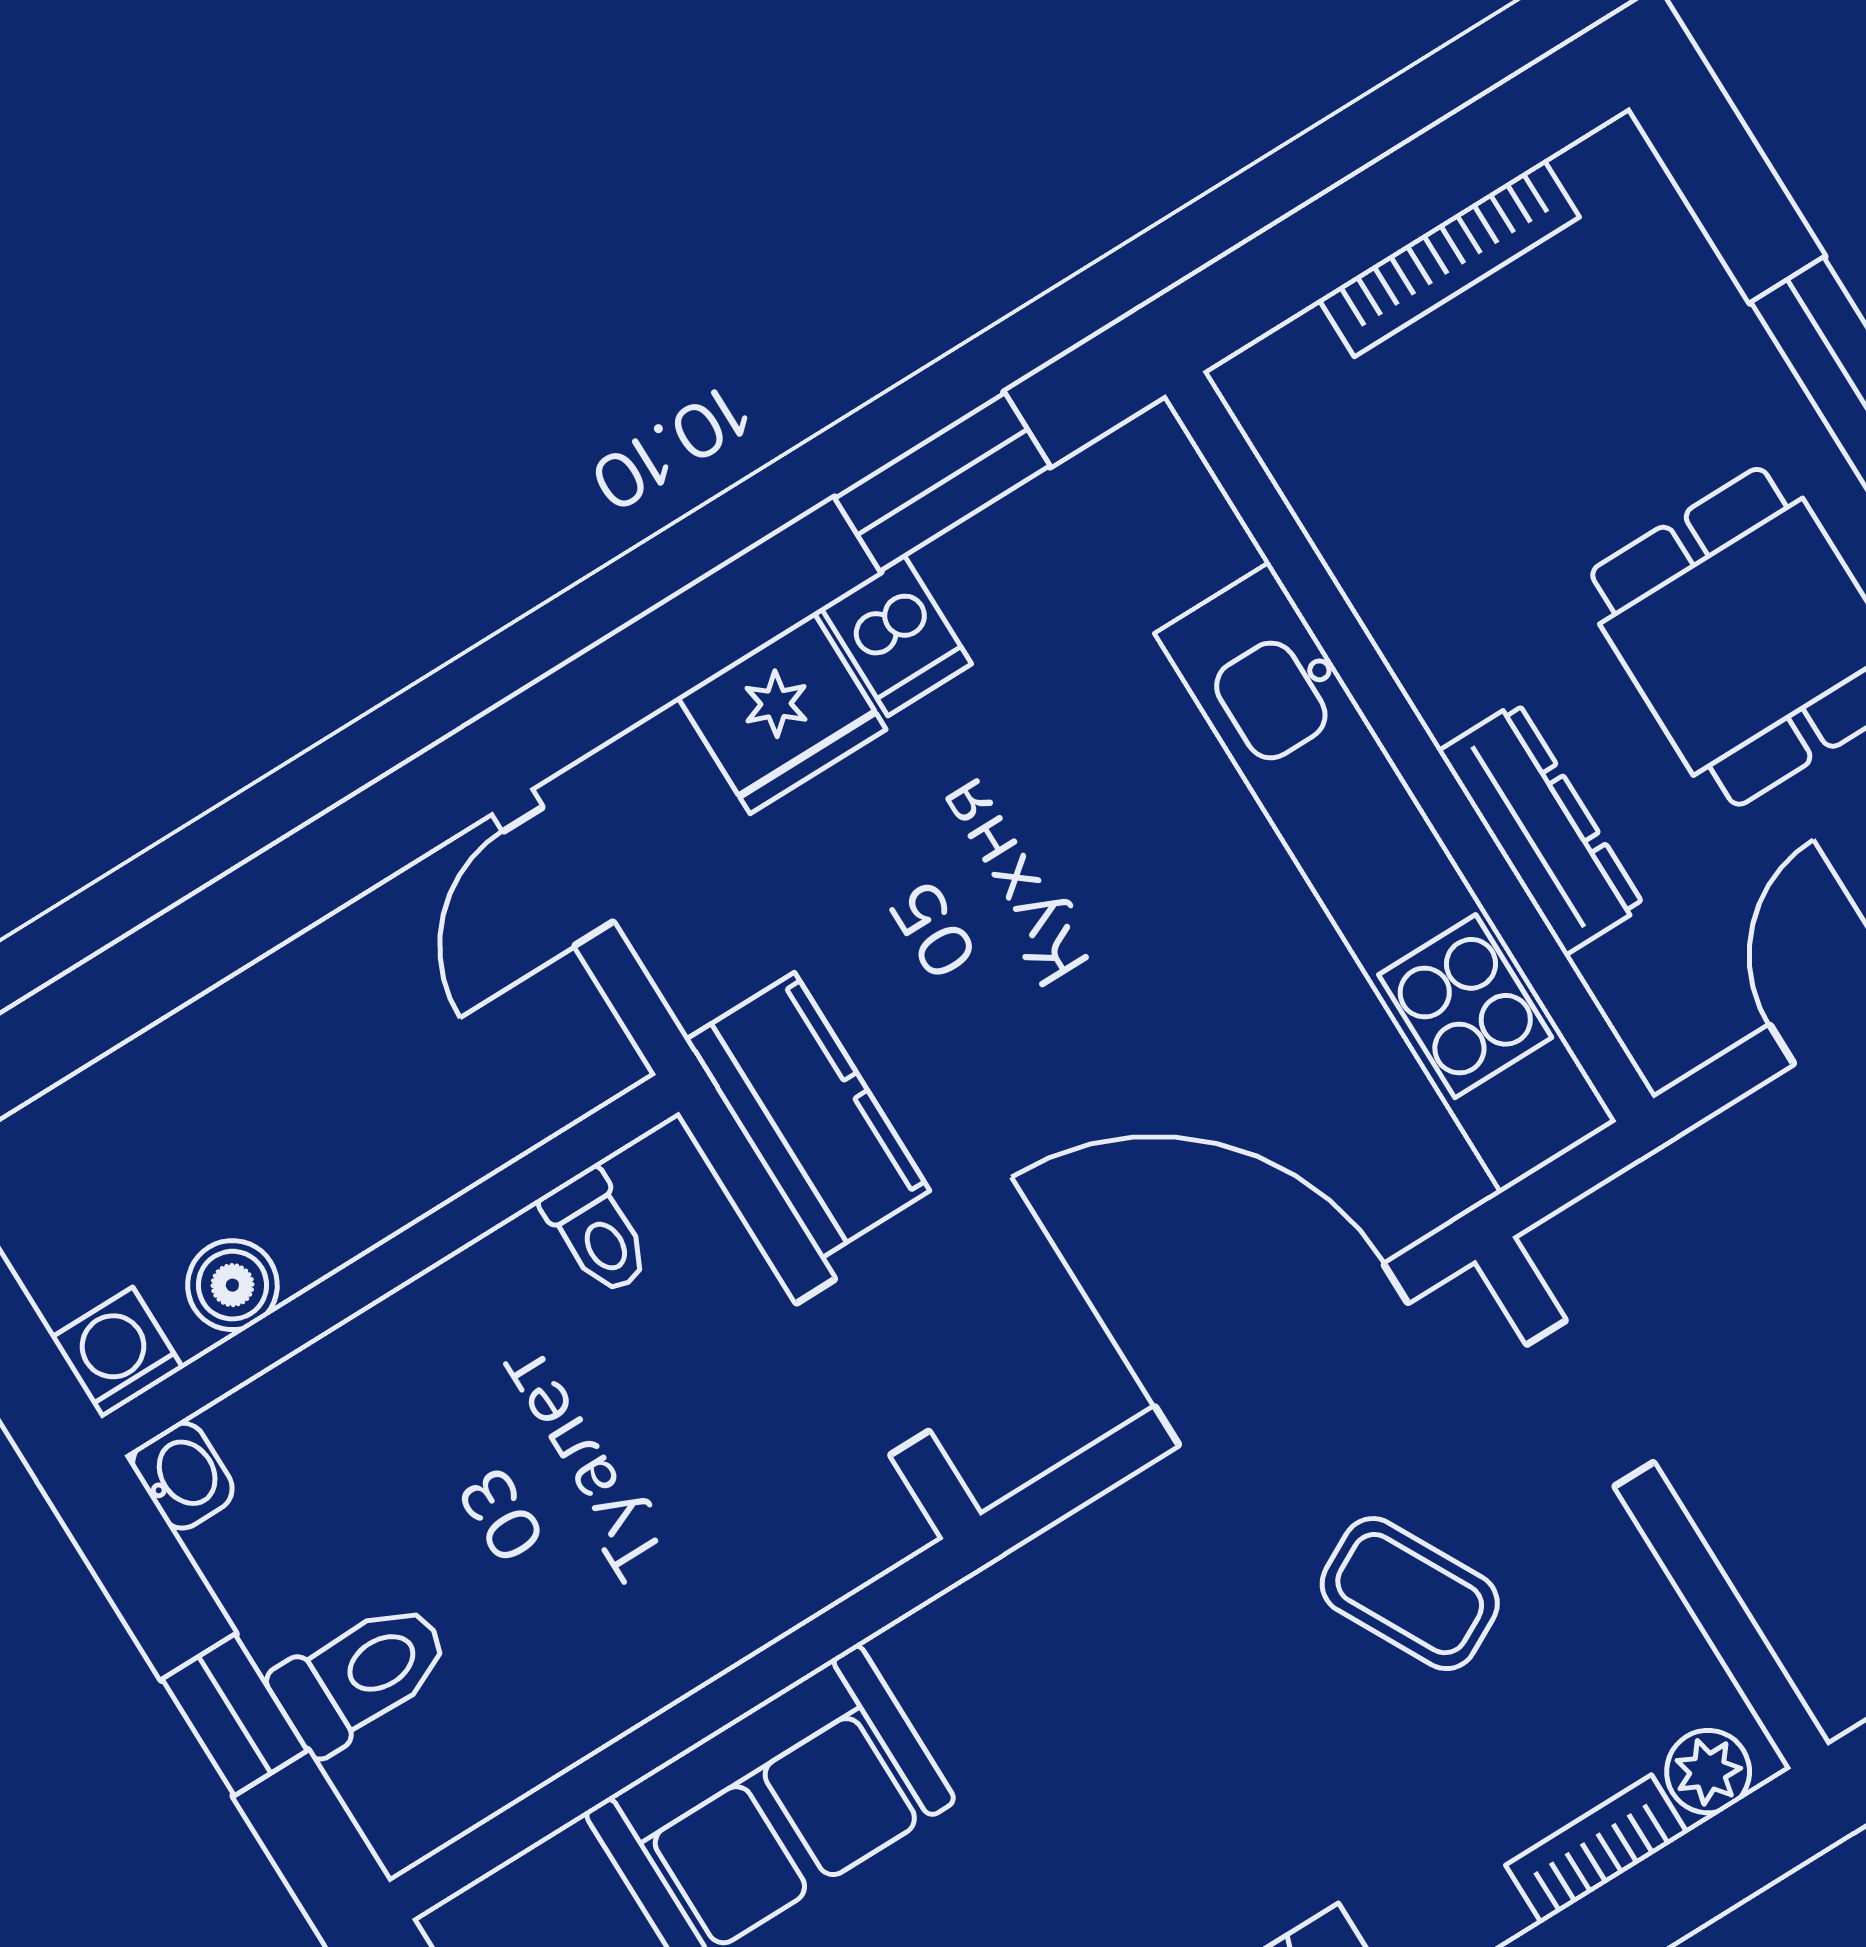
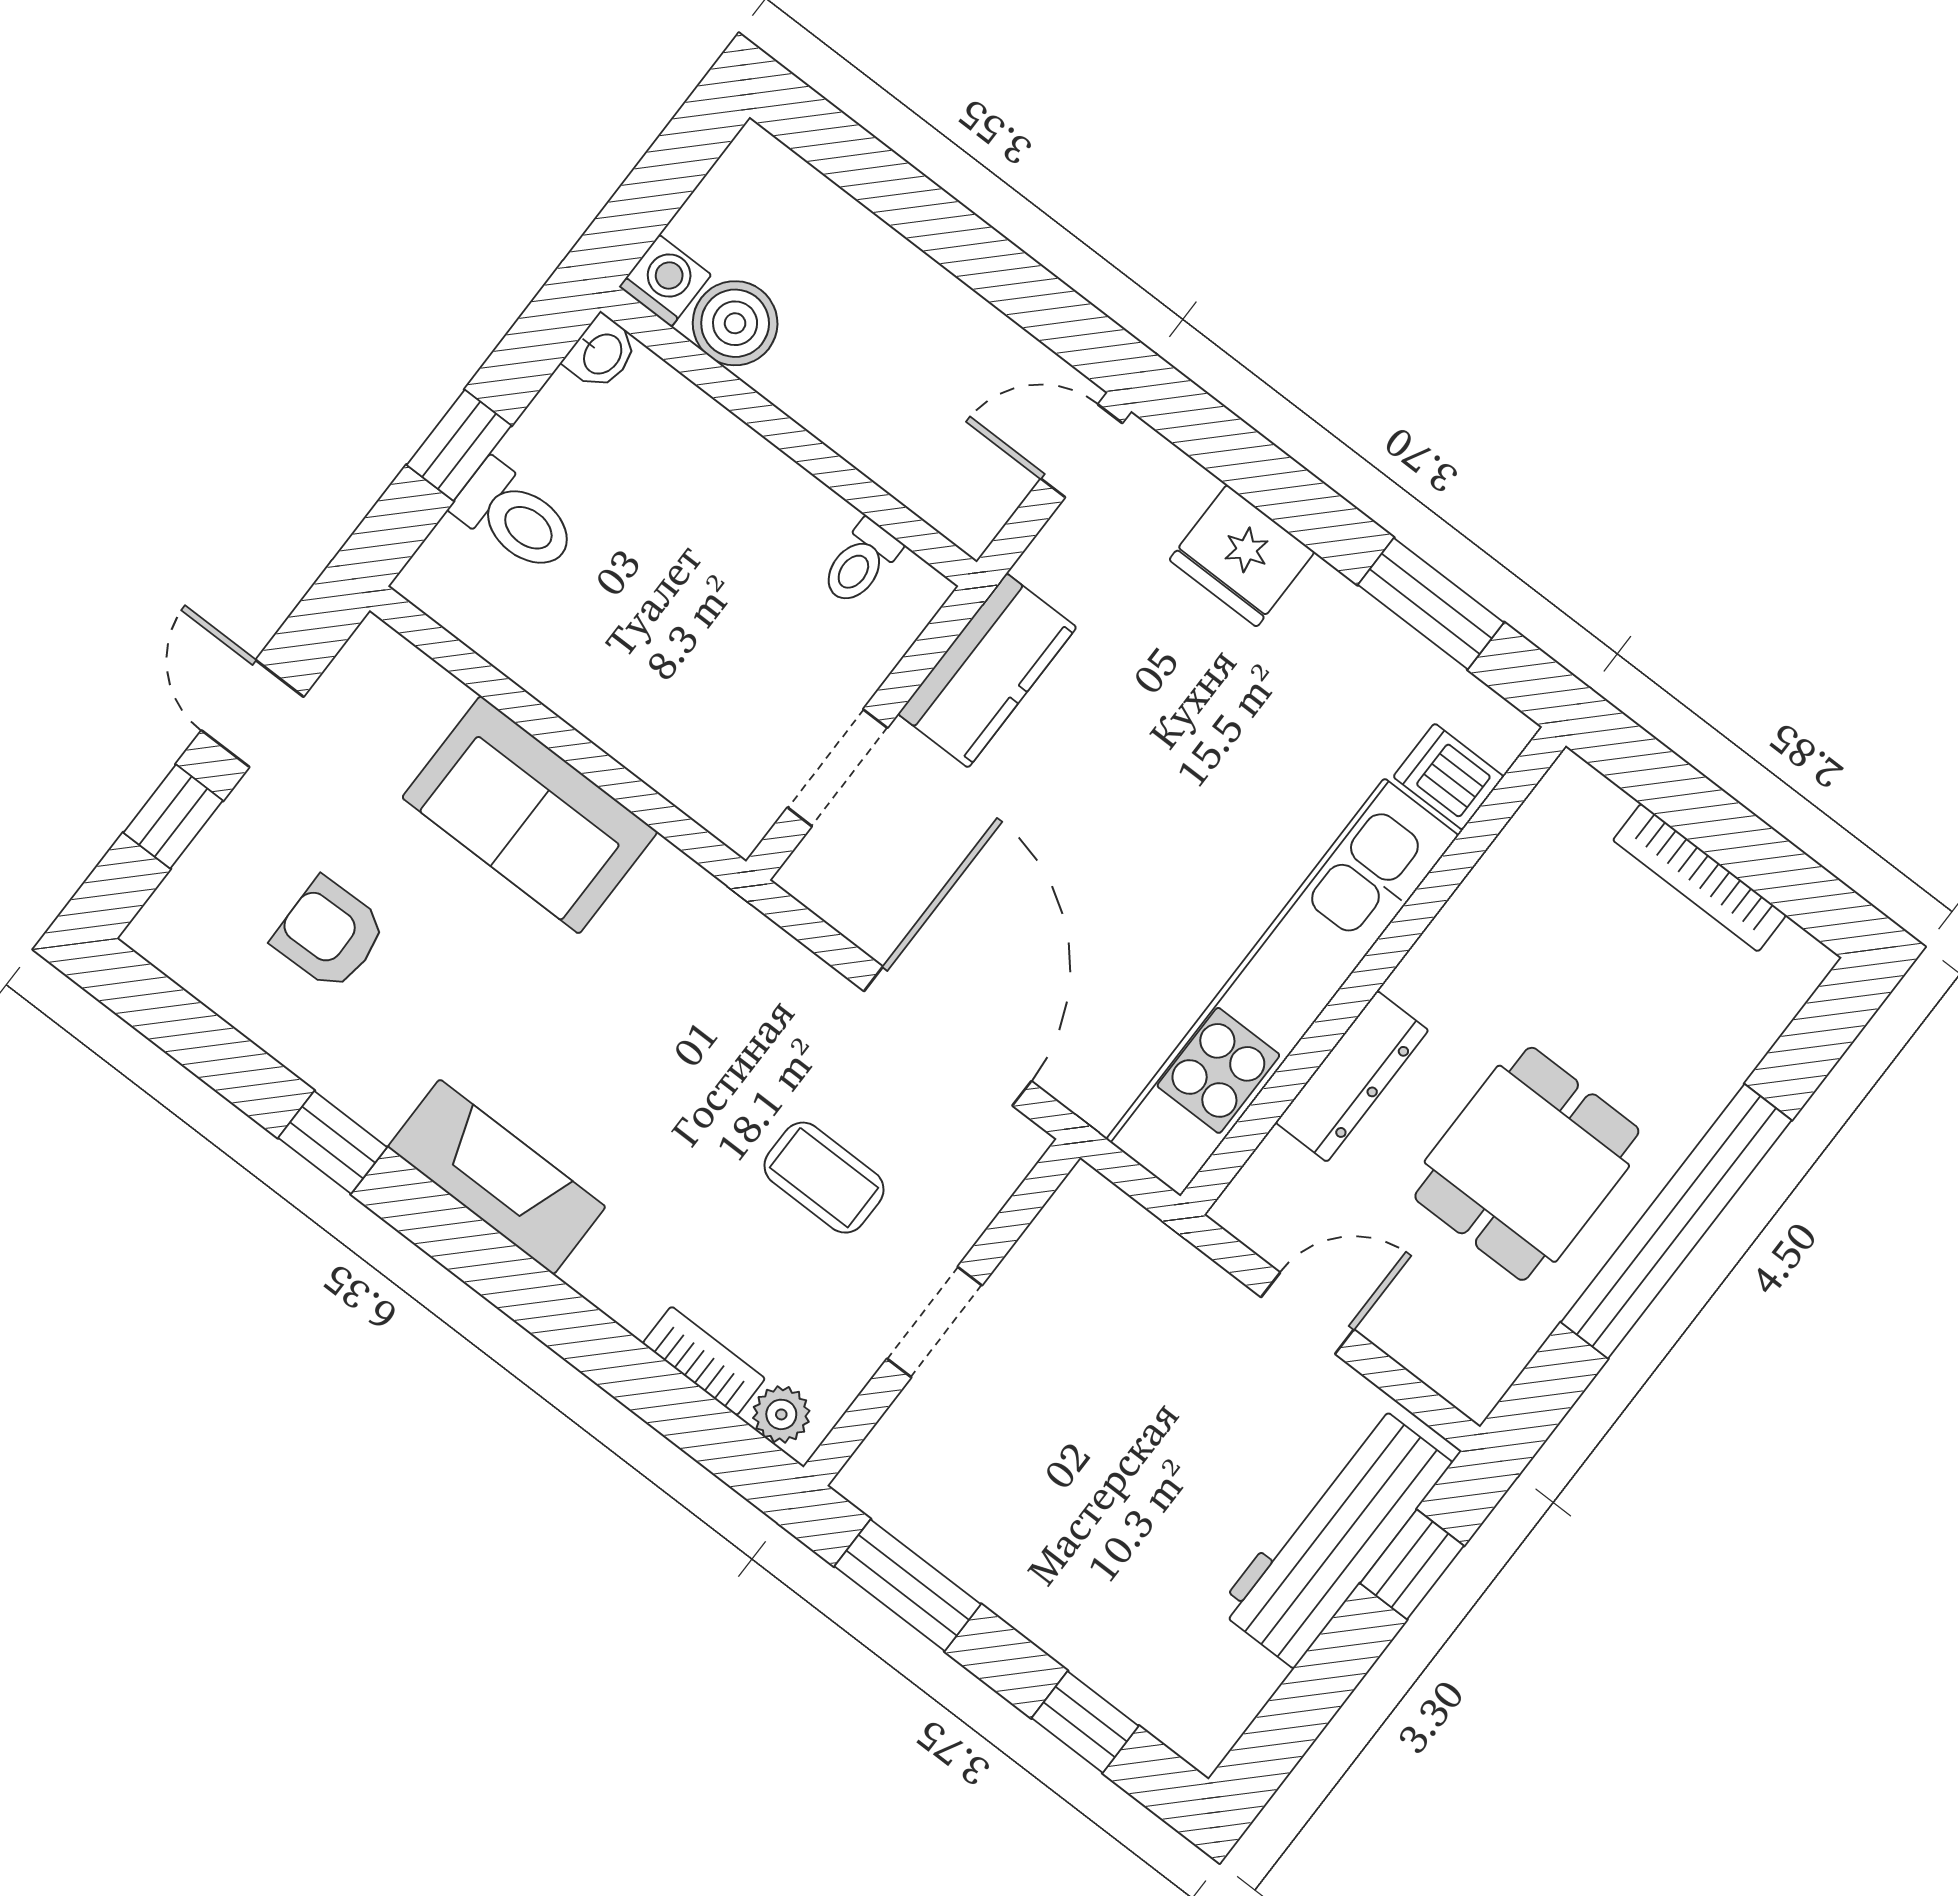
dishwasher: (896, 636) -> (1449, 777), moved, turned 90
boiler: (232, 1285) -> (735, 323), width x1.36, depth x1.36
doorway: (1590, 1403) -> (934, 1322), moved
coffee table: (1410, 1594) -> (824, 1178), turned -62

